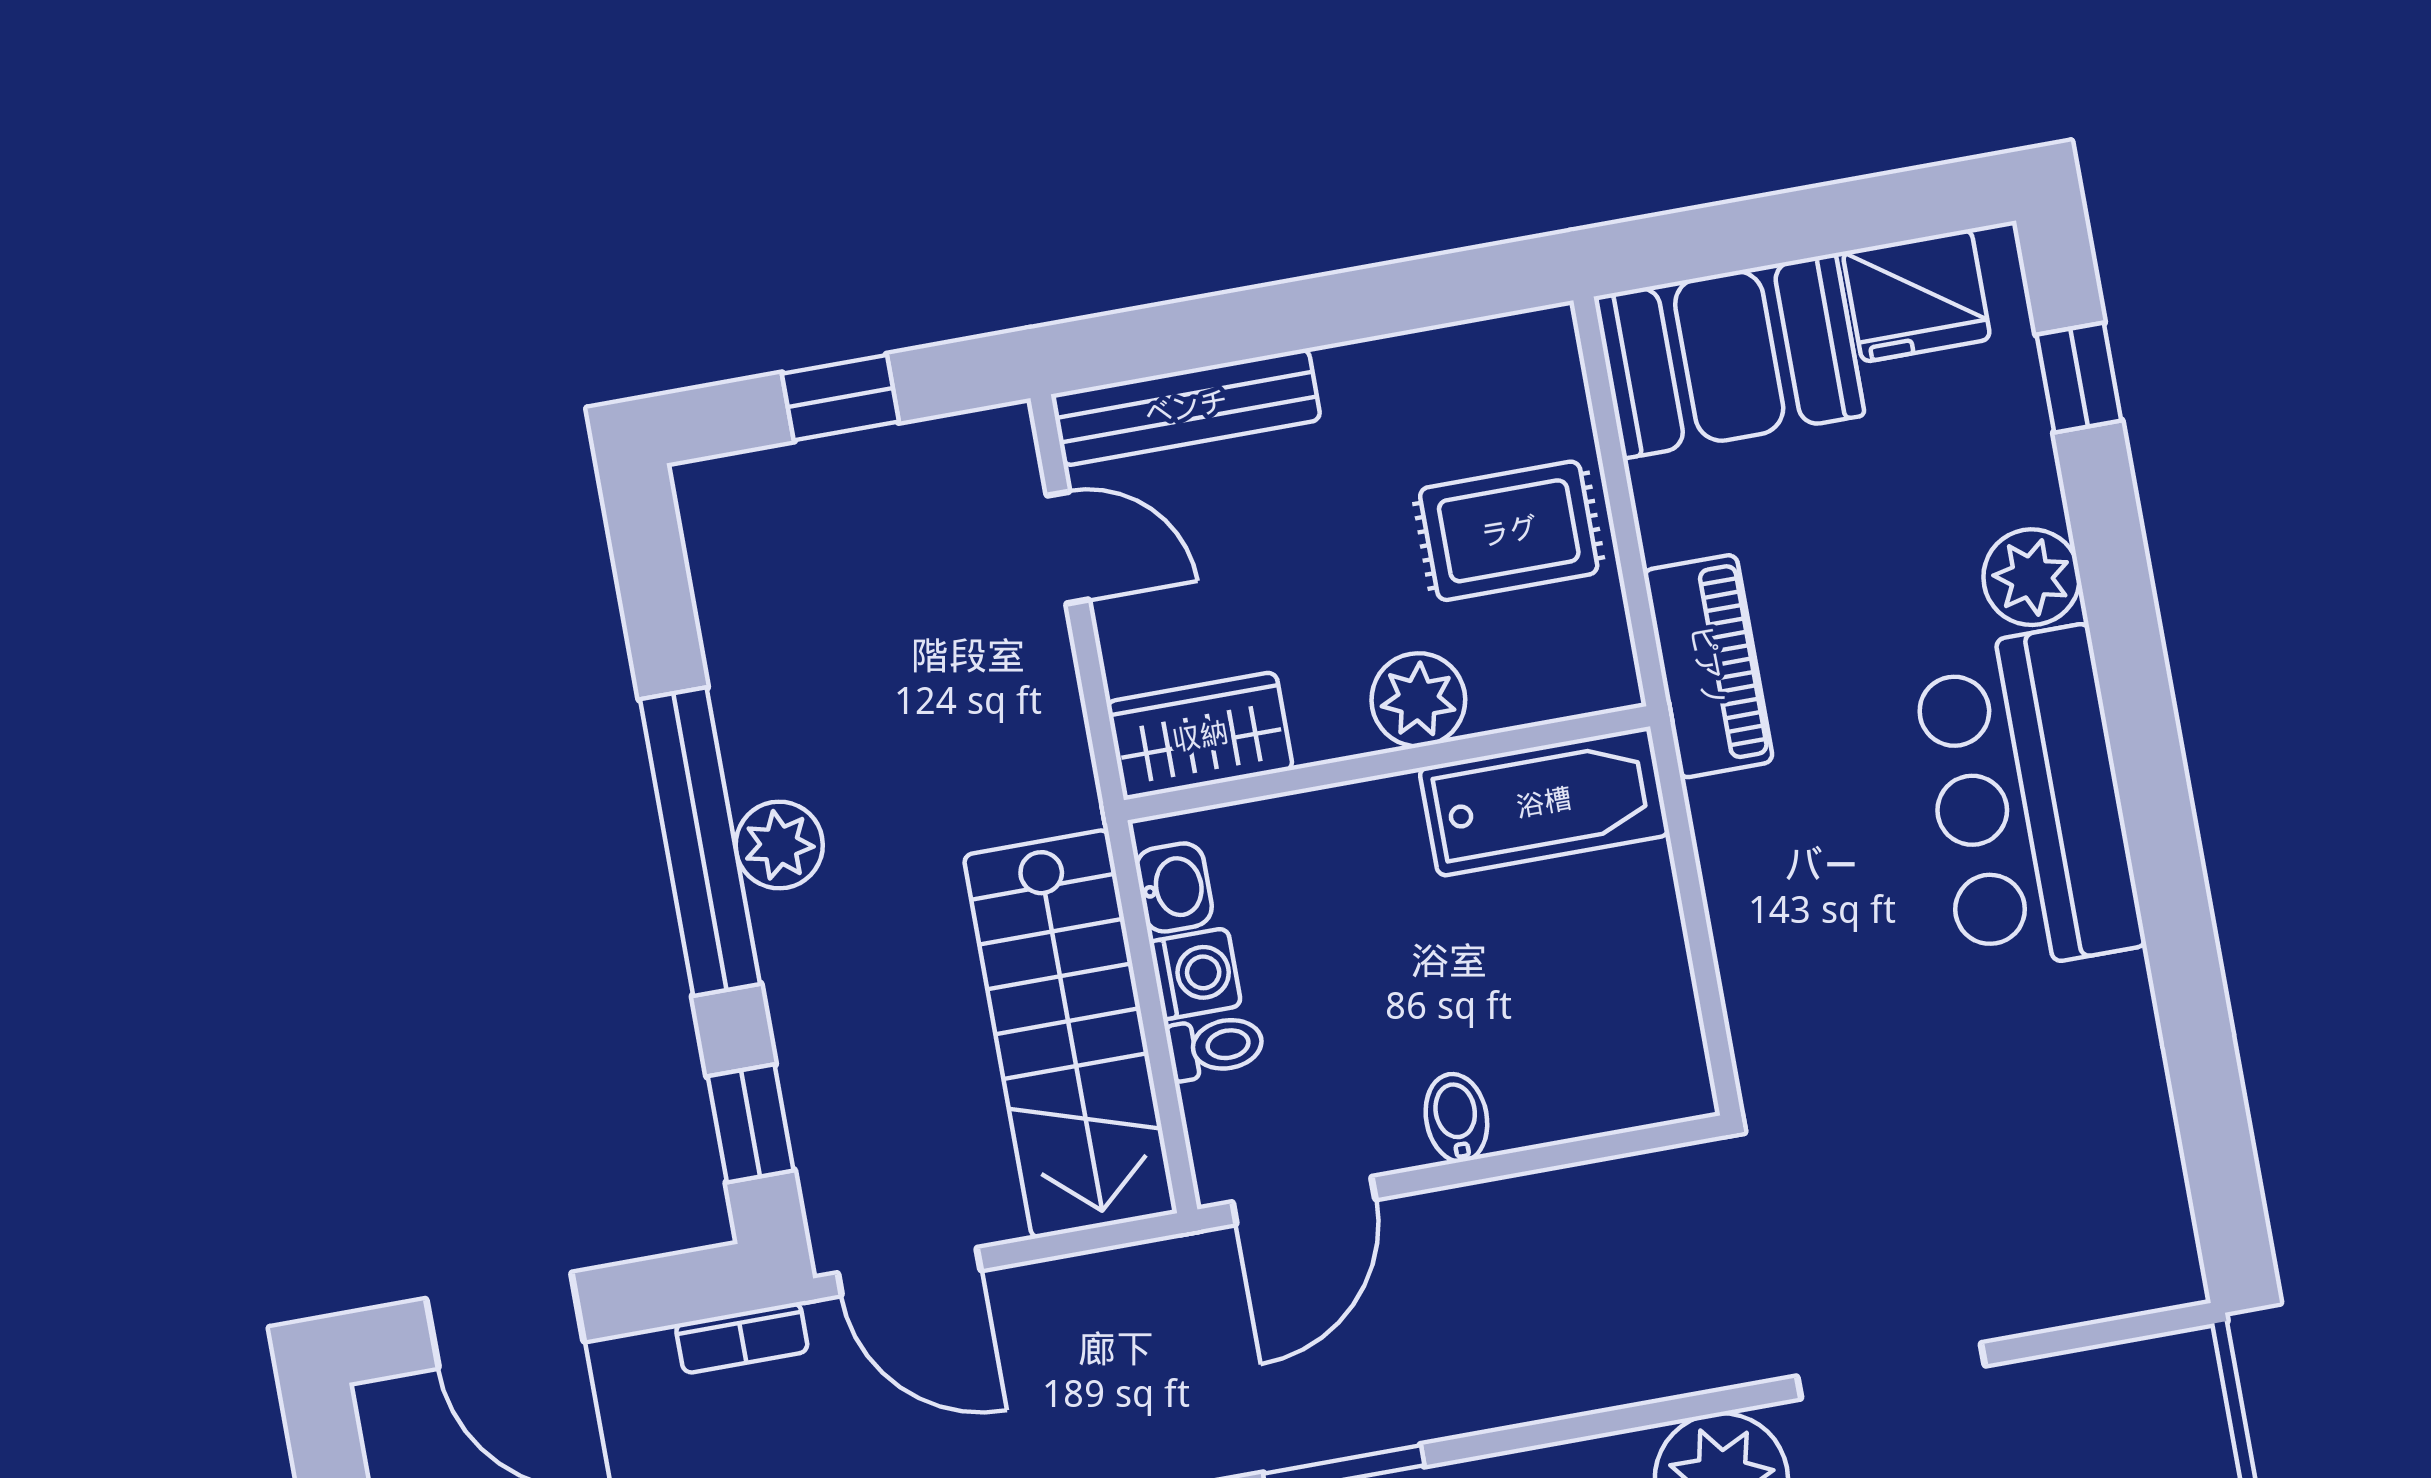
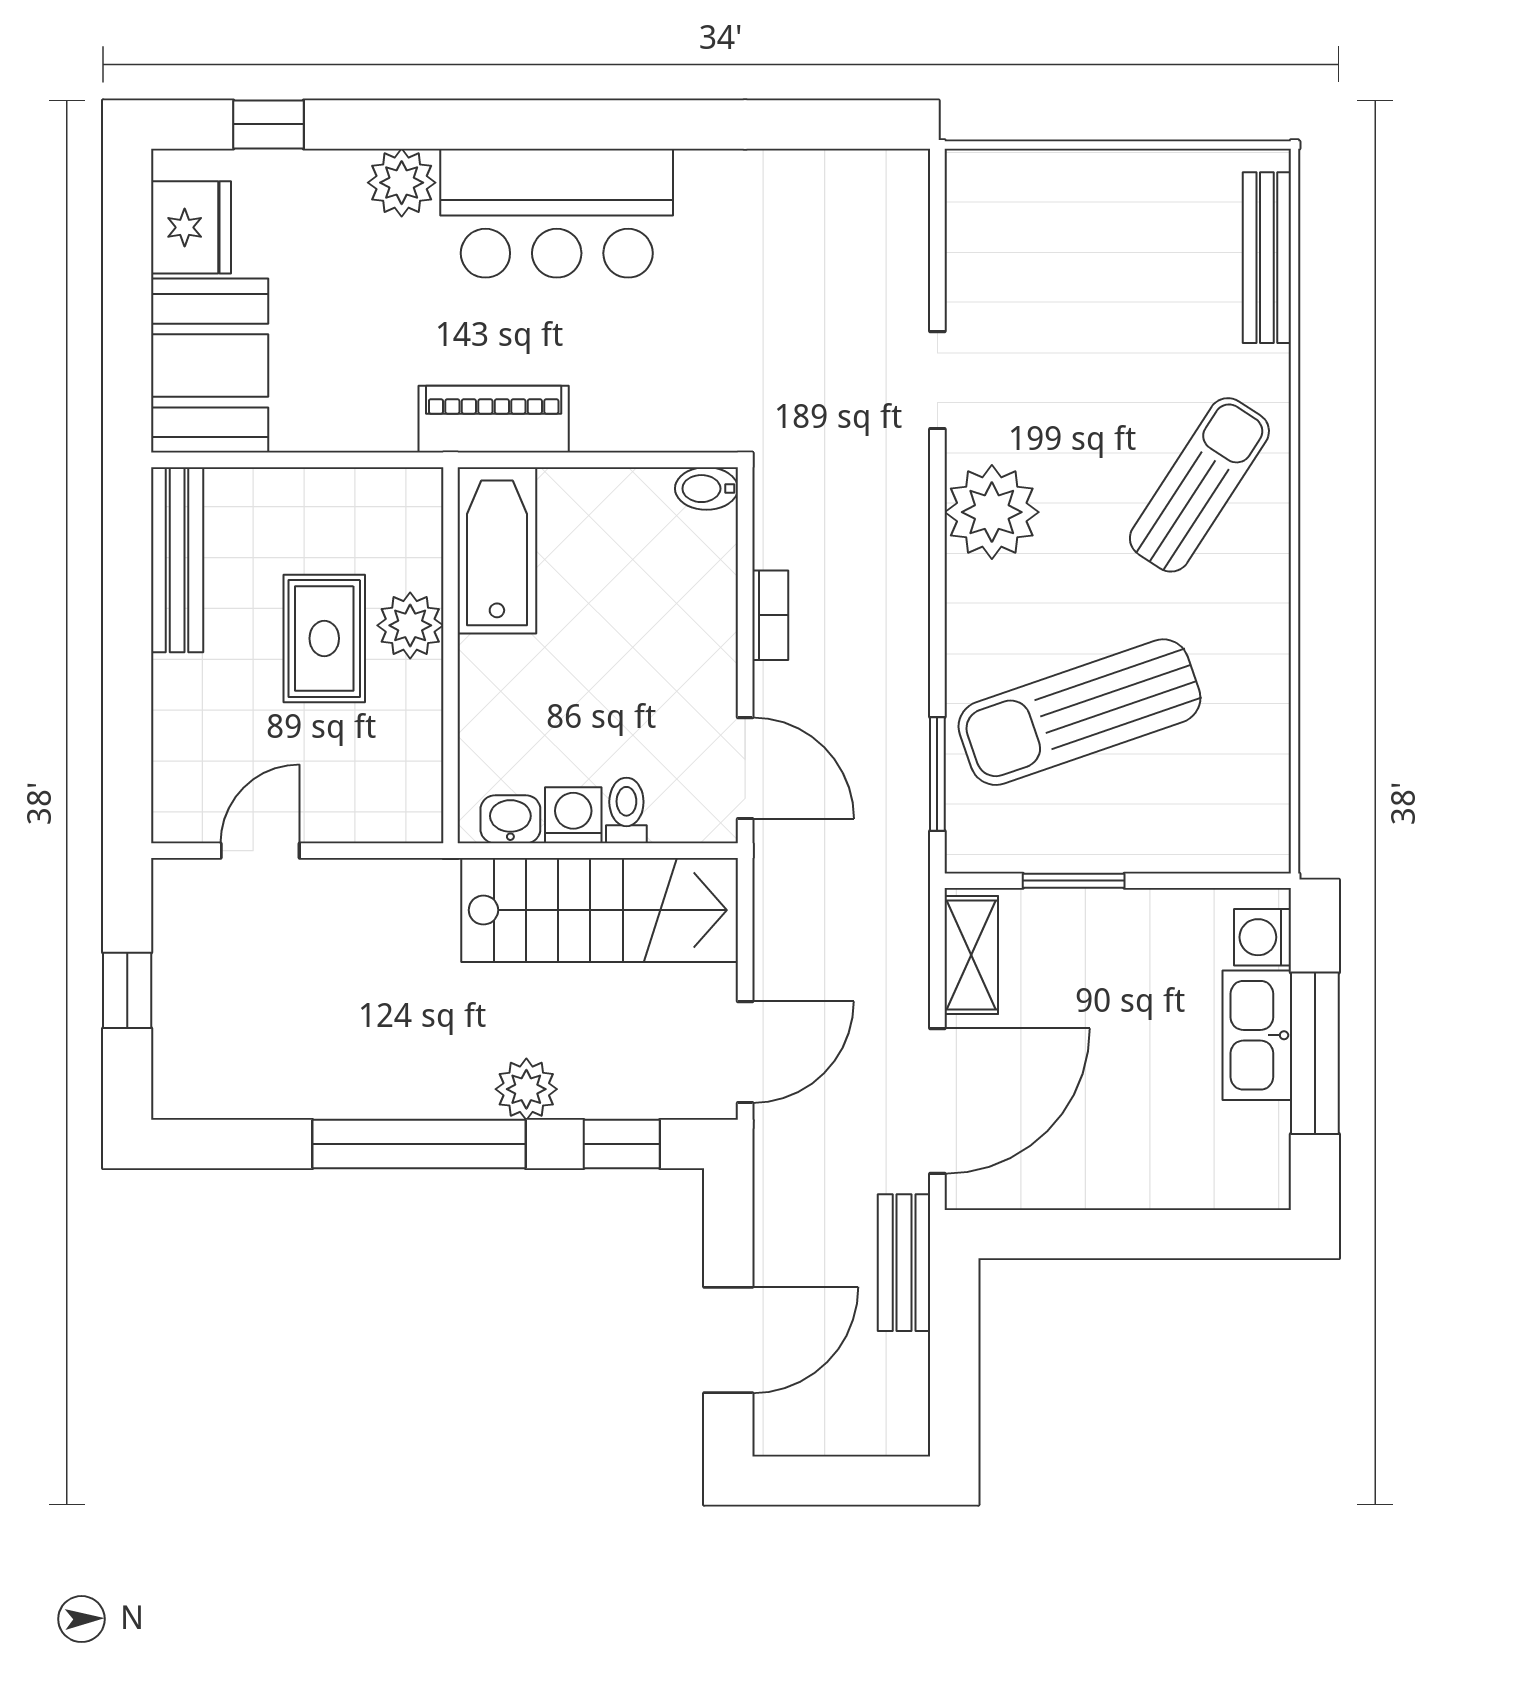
bench: (1186, 407) -> (177, 560), moved
rug: (1509, 531) -> (324, 638), moved
piano: (1708, 666) -> (494, 419), moved
wardrobe: (1200, 736) -> (408, 782), removed
plant: (779, 845) -> (526, 1089), moved
bidet: (1456, 1118) -> (706, 489), moved
bookcase: (742, 1338) -> (770, 615), moved
doorway: (1891, 1371) -> (937, 380), width x0.73

